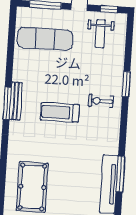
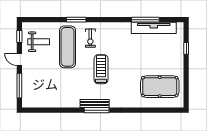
exercise mat: (45, 39) -> (68, 47), moved
treadmill: (60, 112) -> (101, 69), turned 180

